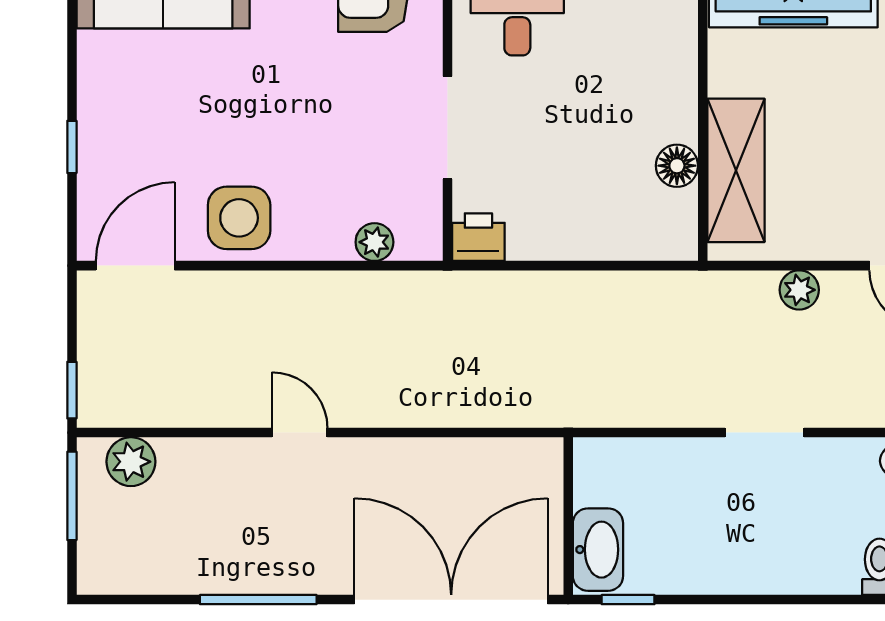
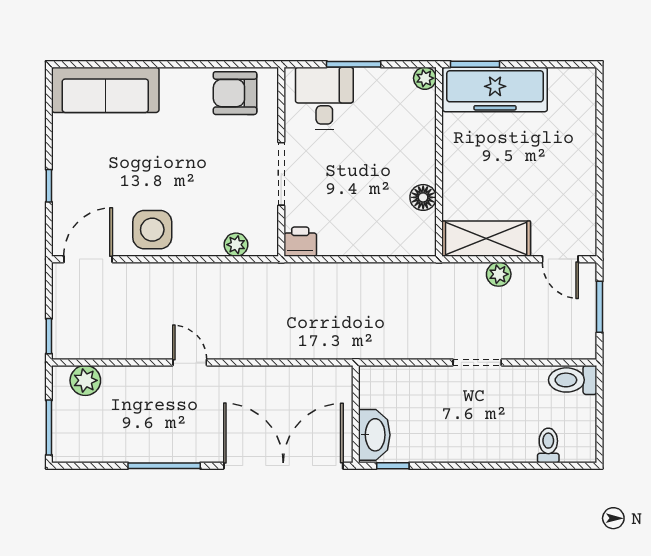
shelving: (736, 170) -> (486, 239), moved, turned 90
window: (72, 496) -> (49, 428), moved

